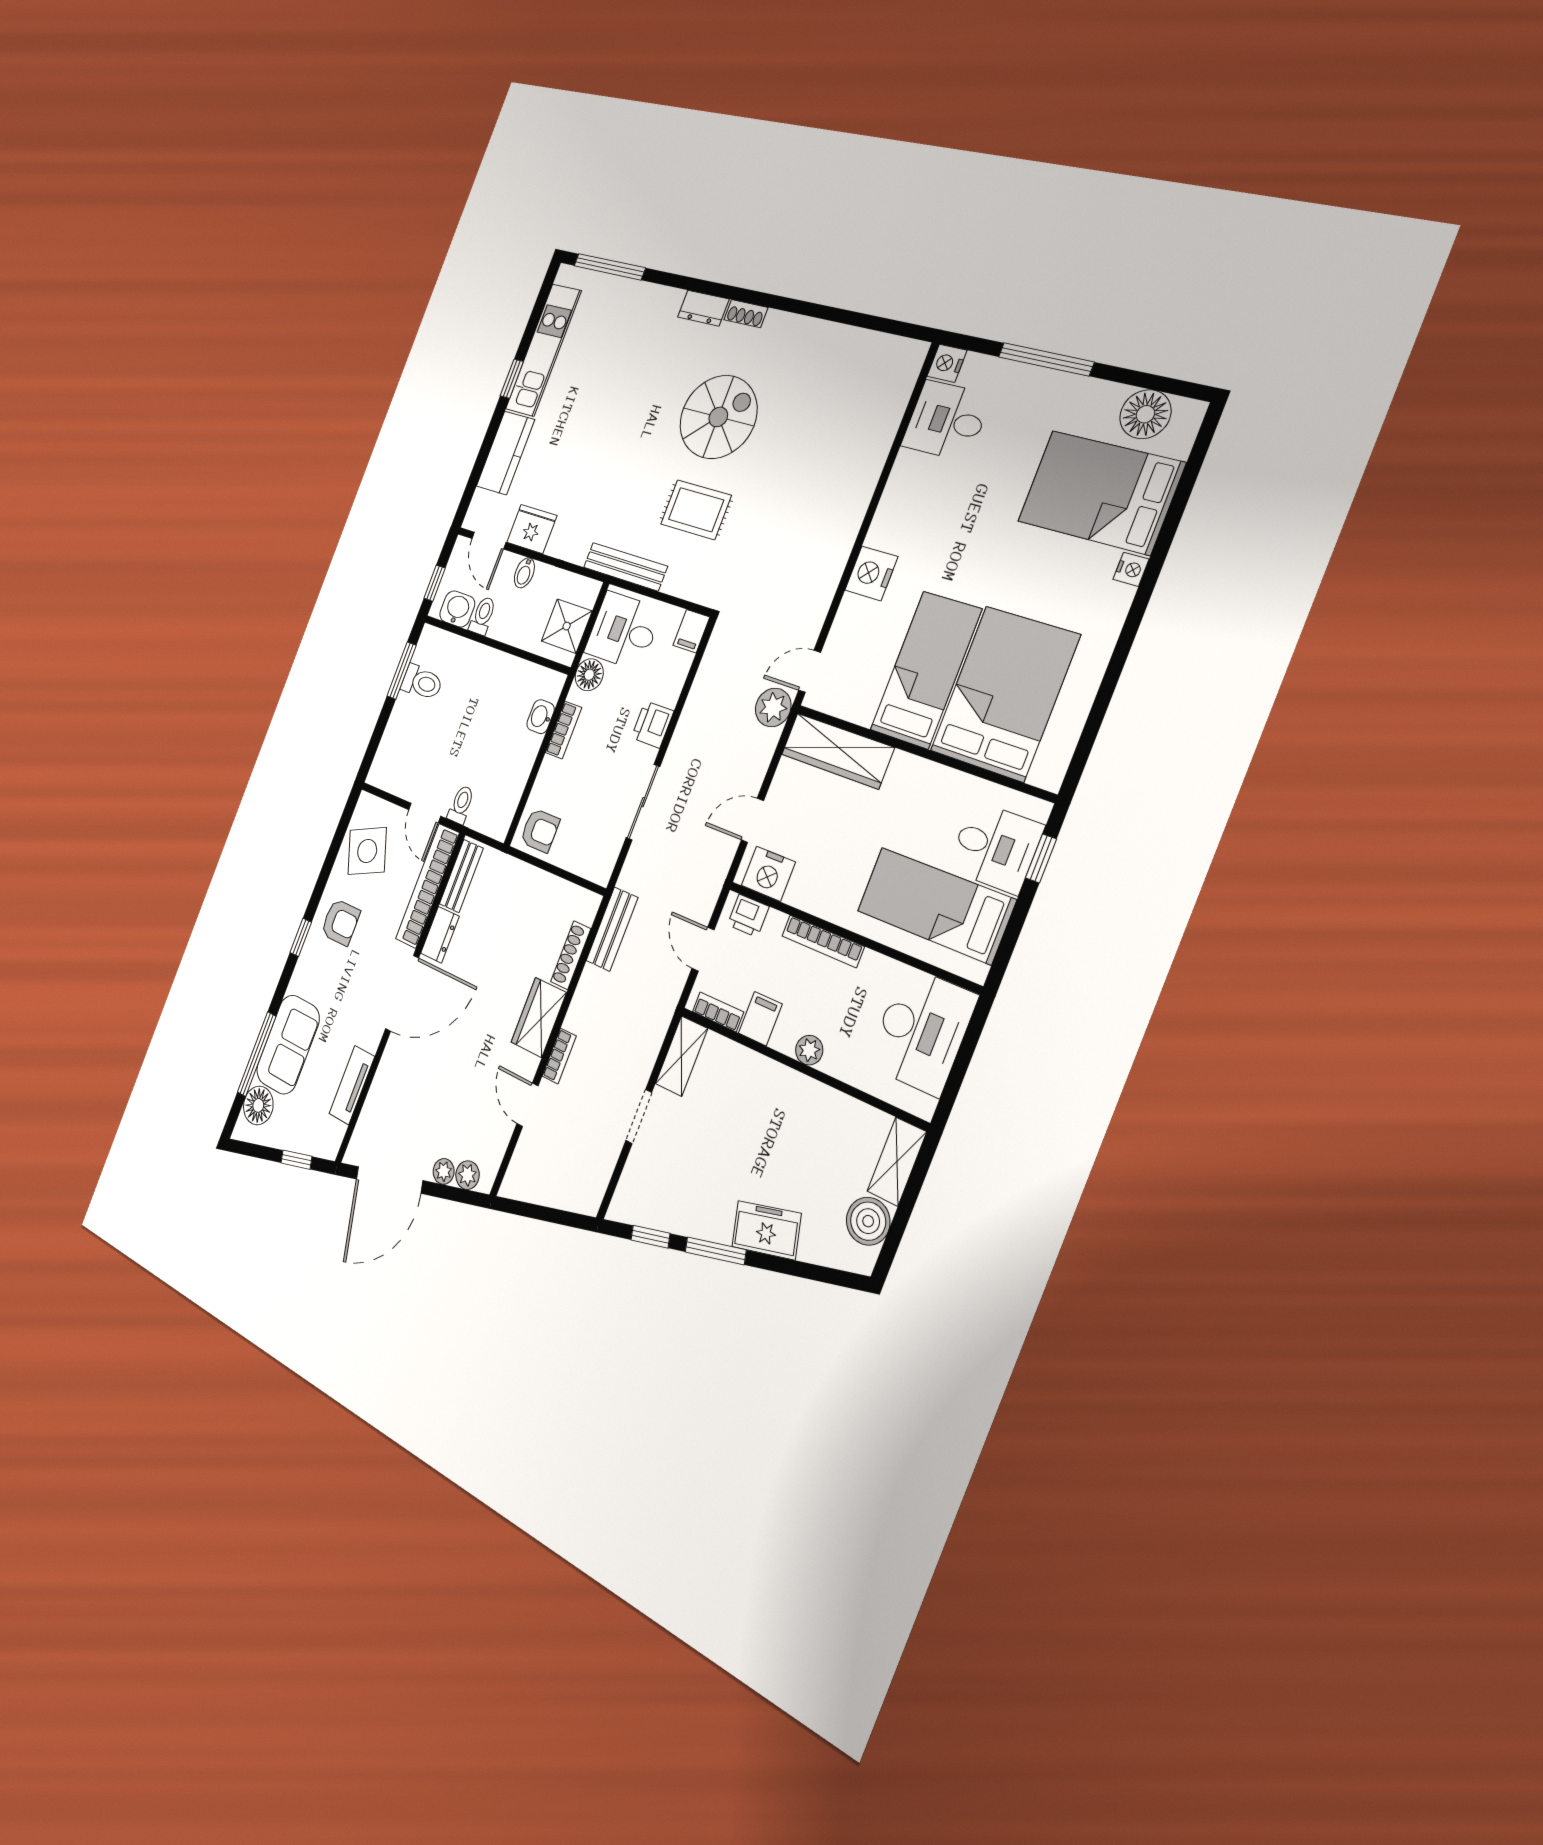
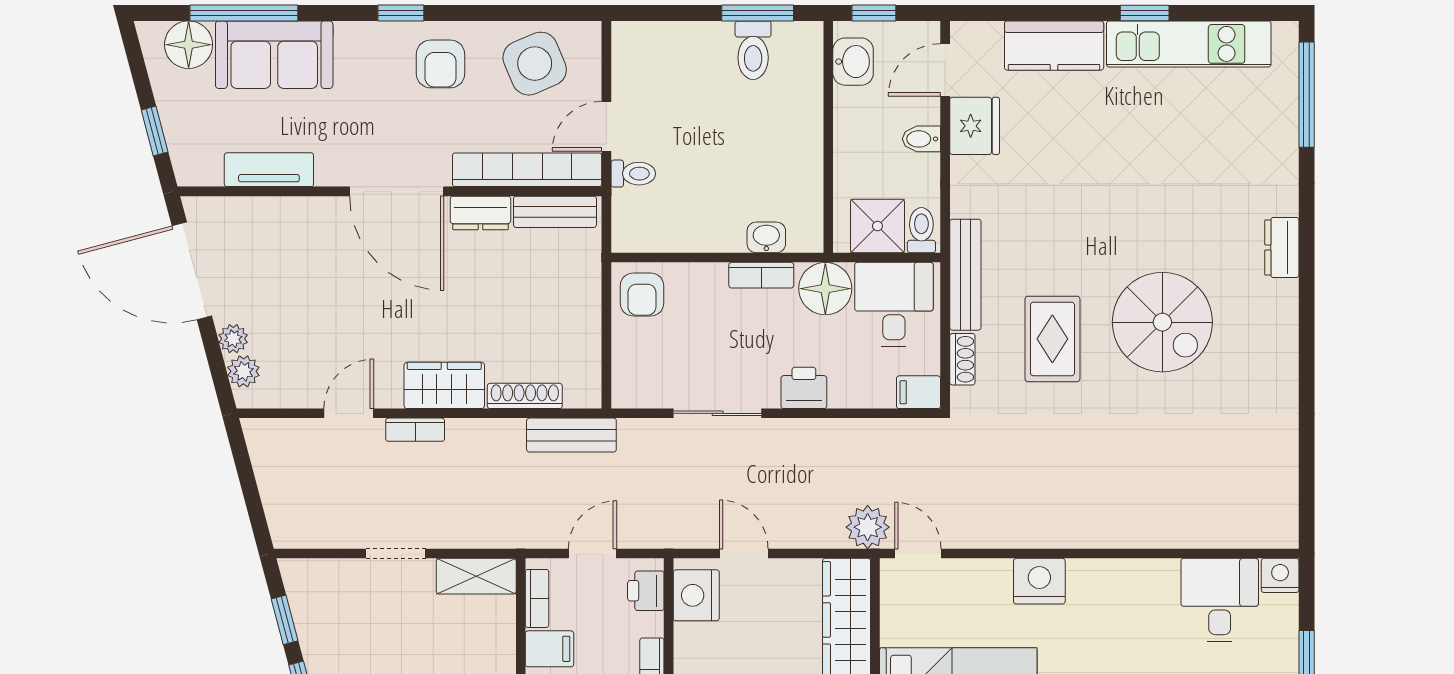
shoe rack: (746, 314) -> (962, 359), moved, turned 180
toilet: (483, 616) -> (921, 230), moved, turned -90
floor lamp: (589, 675) -> (825, 289), width x1.38, depth x1.38

